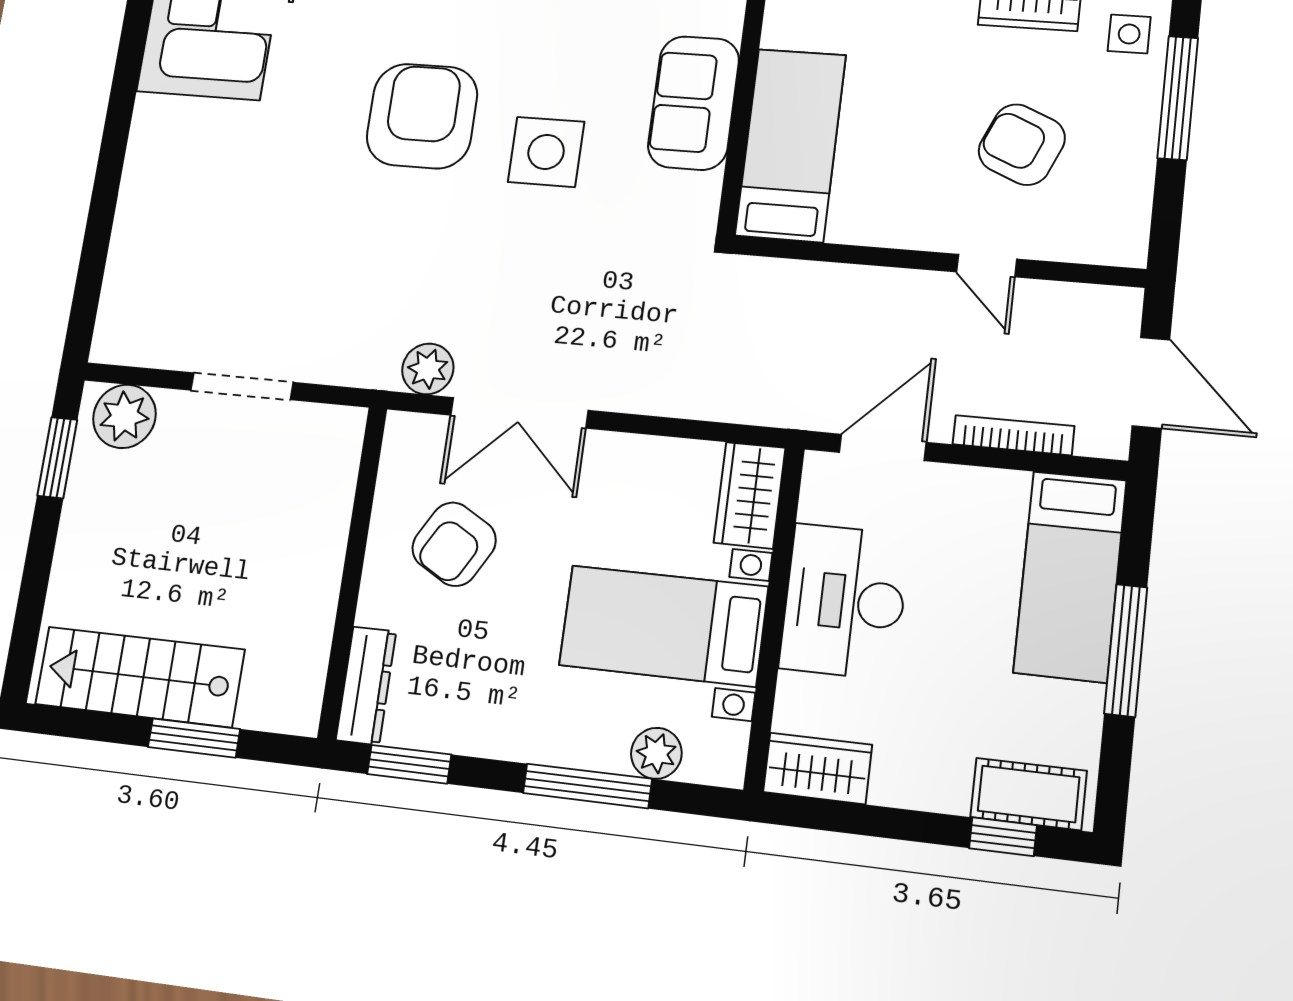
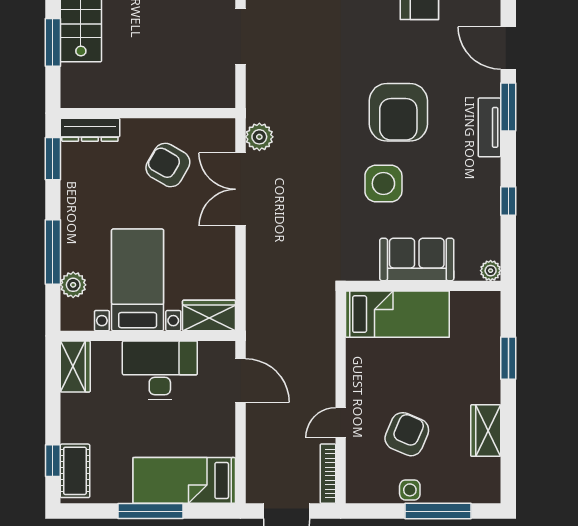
side table: (1129, 34) -> (410, 490), moved
armchair: (422, 116) -> (398, 112), turned 90
bookcase: (1013, 435) -> (328, 474), moved, turned 180

